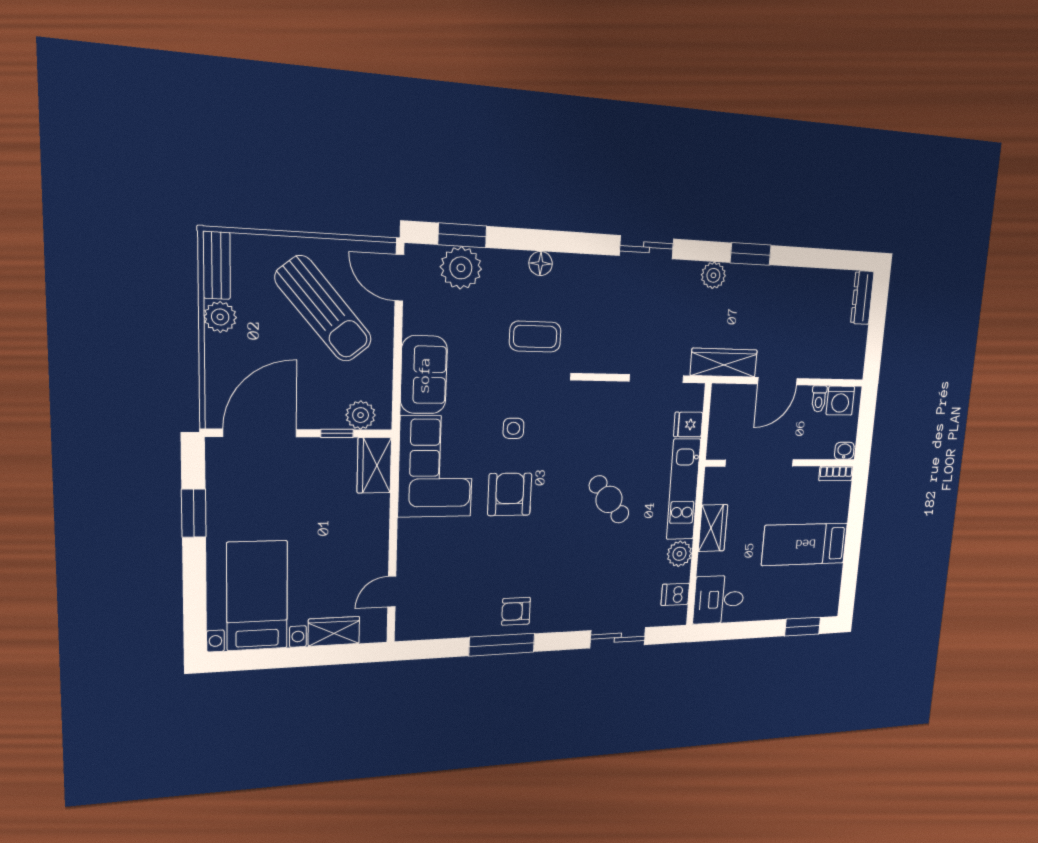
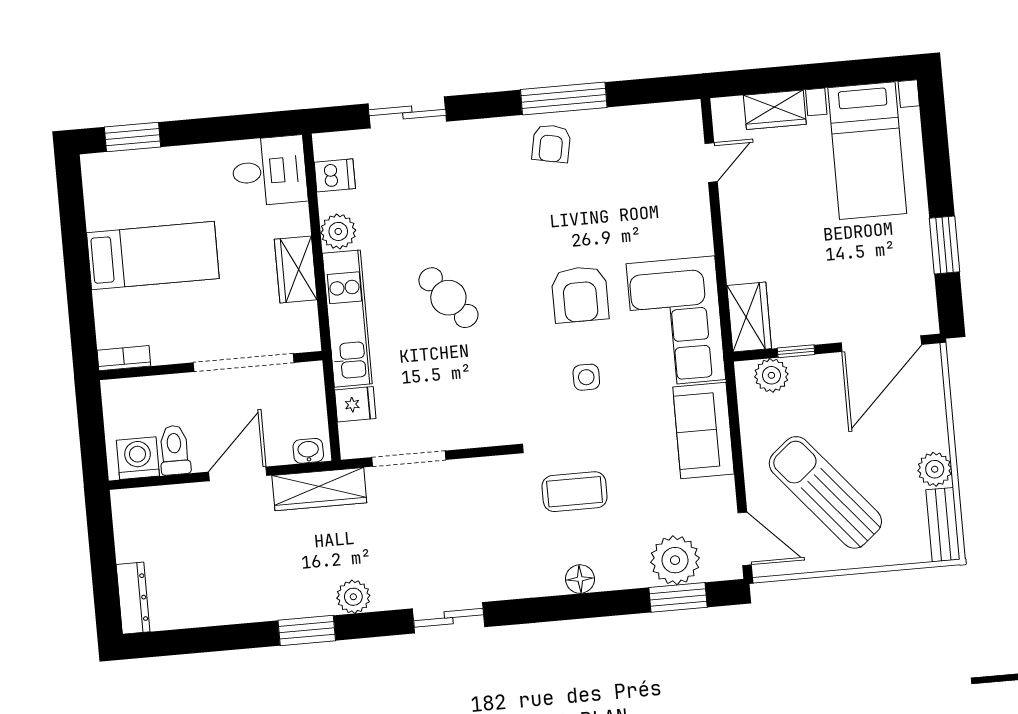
toilet: (819, 399) -> (175, 450), width x1.37, depth x1.39
washbasin: (844, 451) -> (308, 451), moved, turned 180
armchair: (516, 611) -> (551, 144), turned 101

